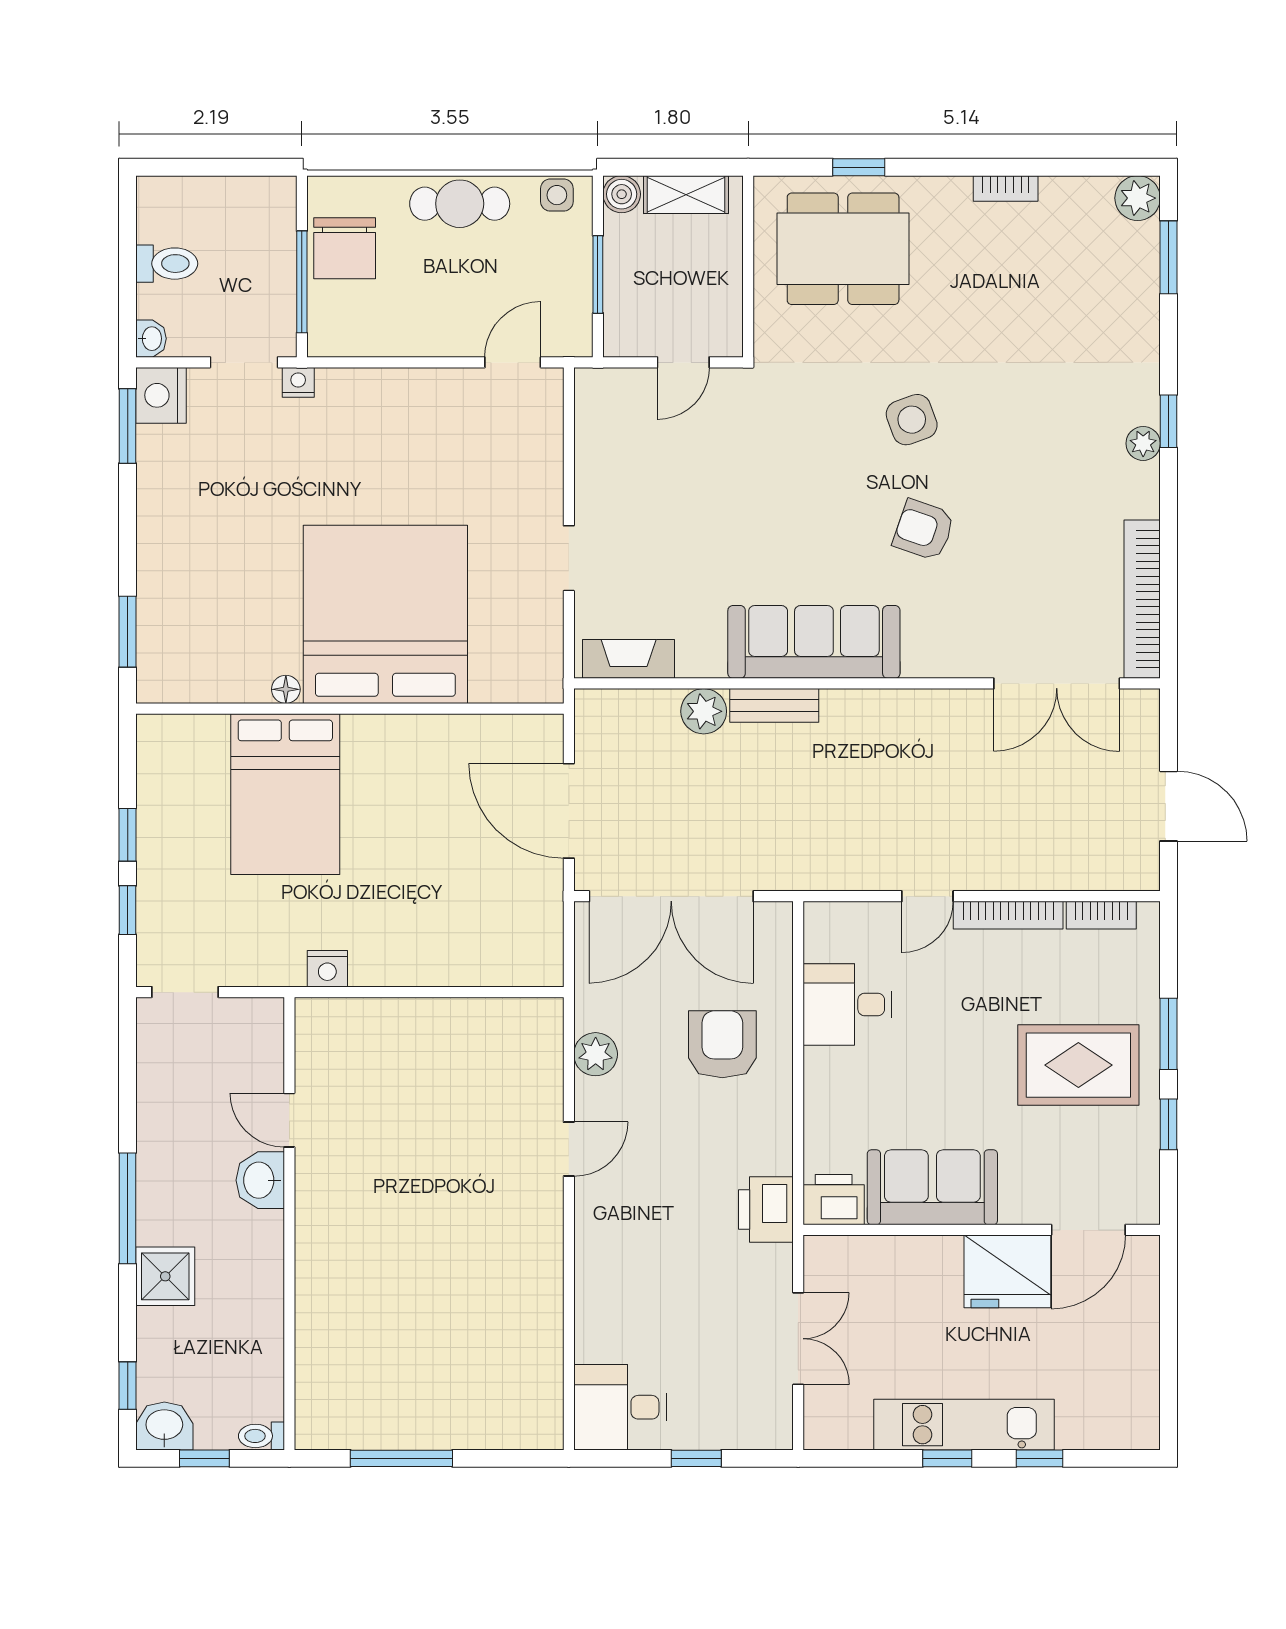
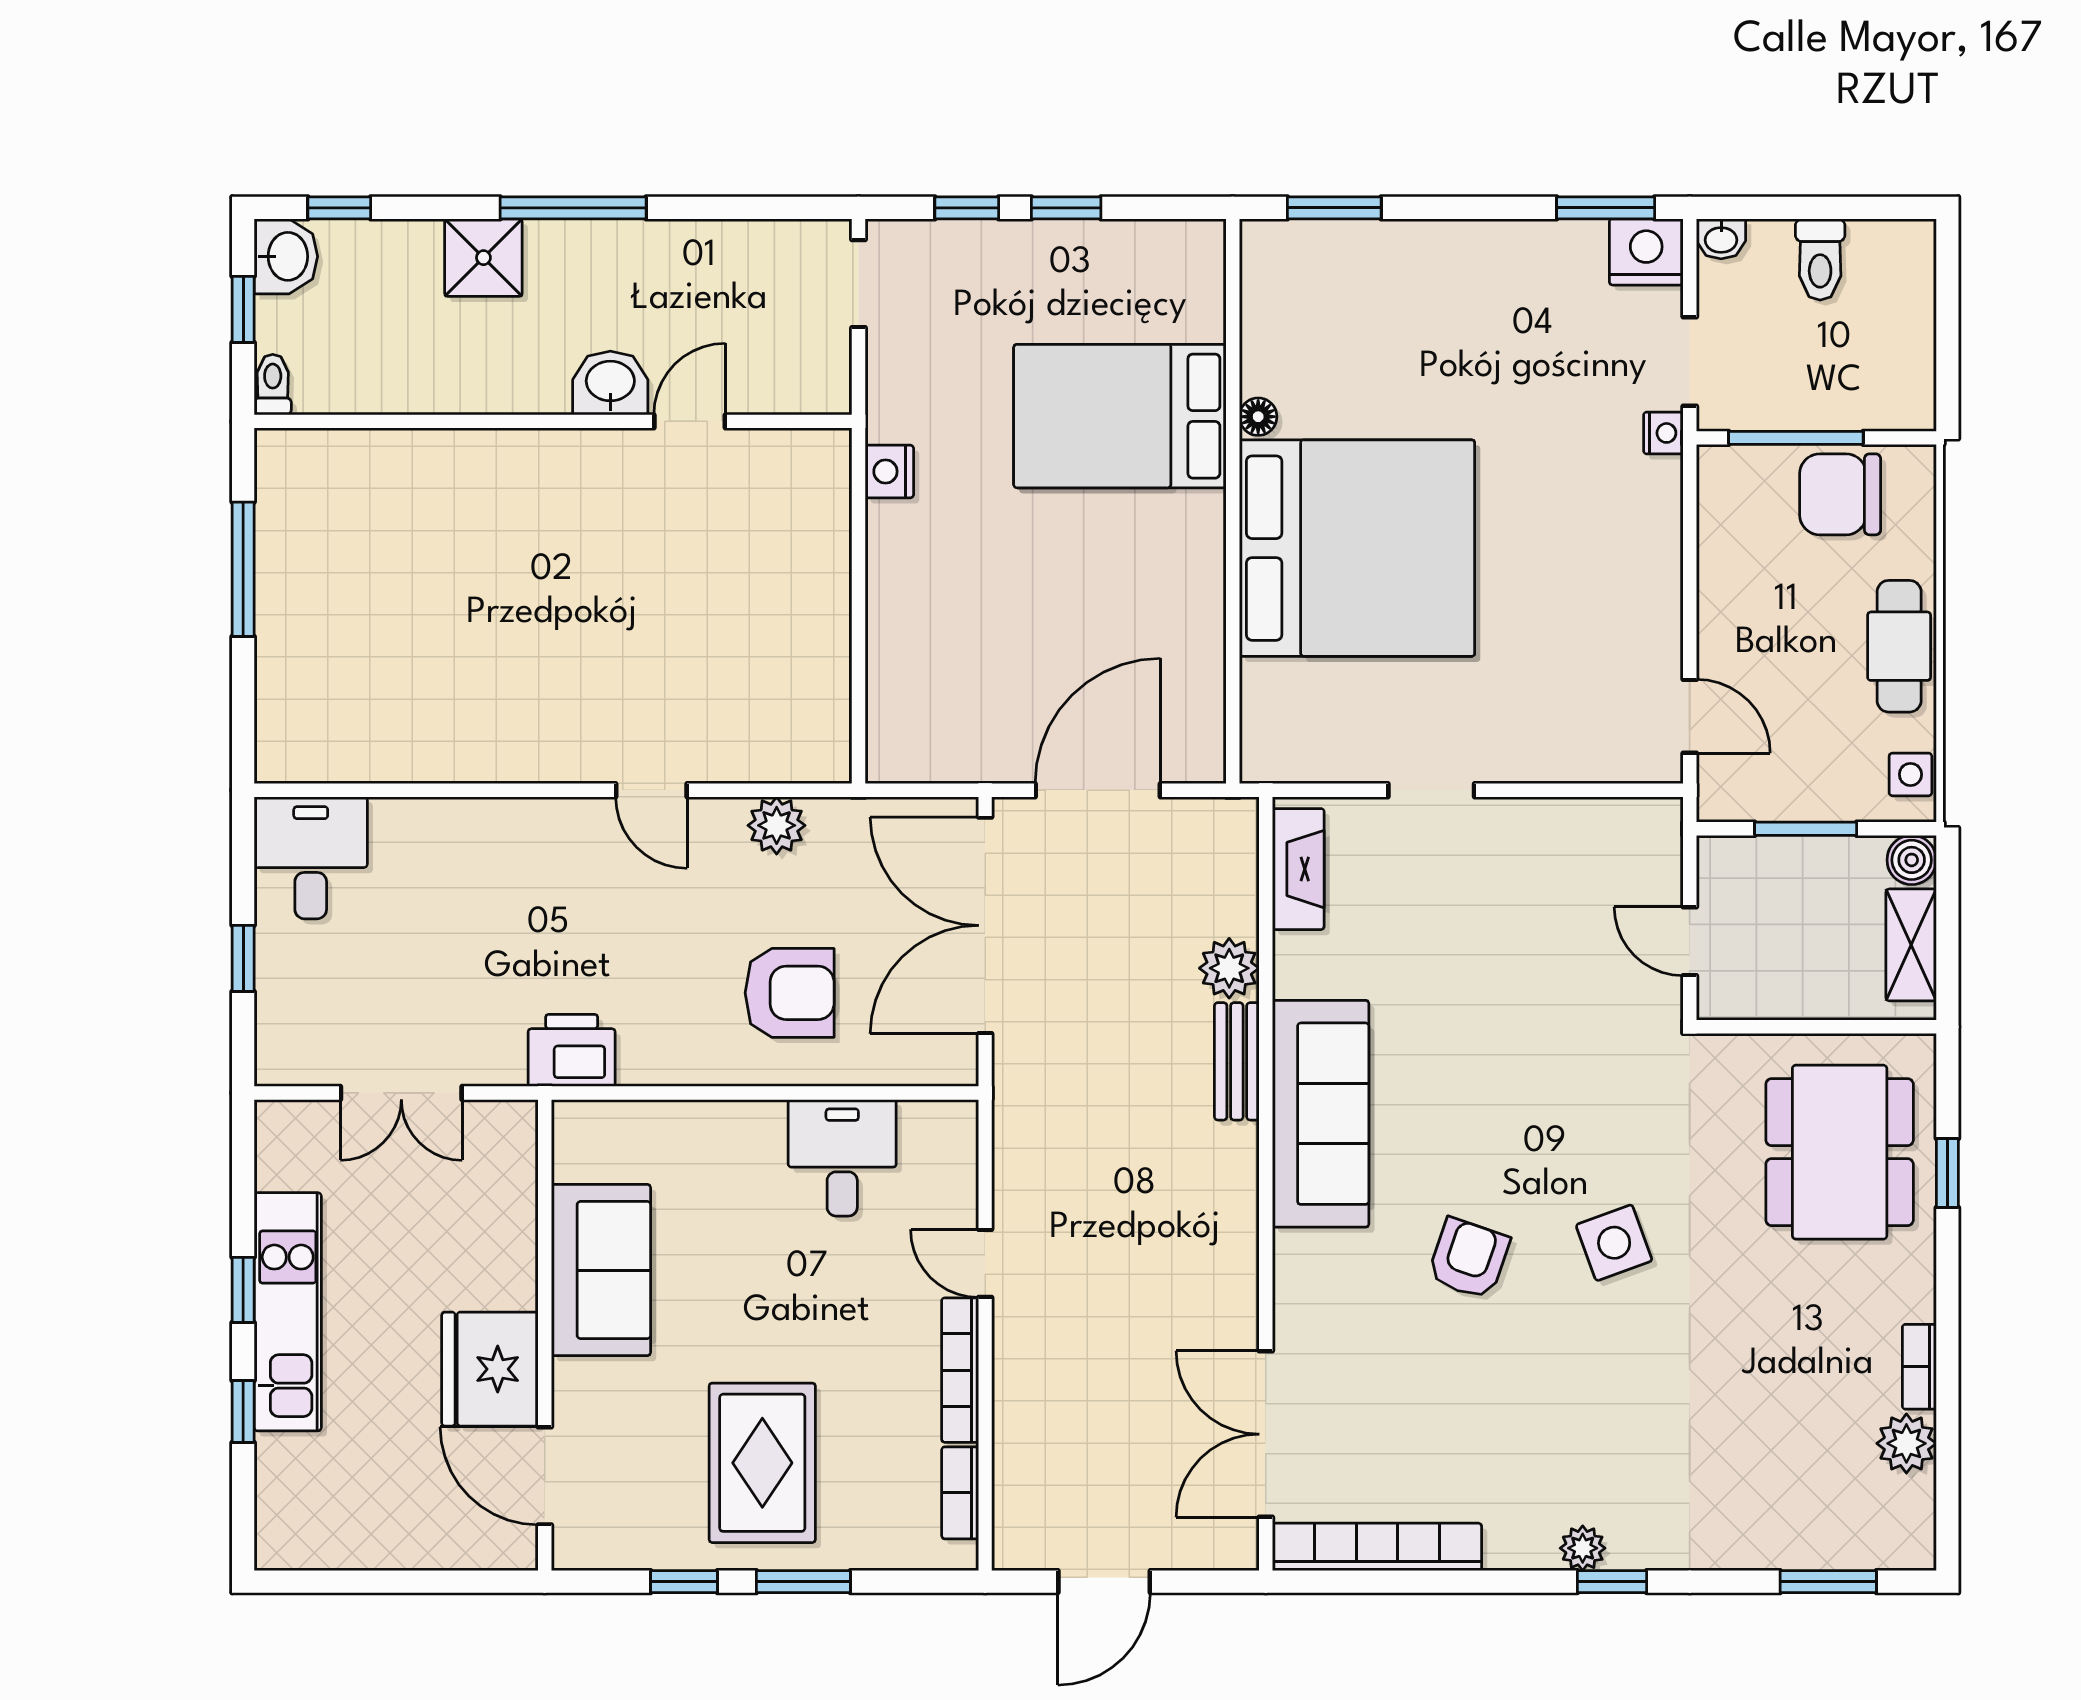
plant: (1138, 198) -> (1906, 1443), moved
printer: (834, 1200) -> (585, 1140), removed

